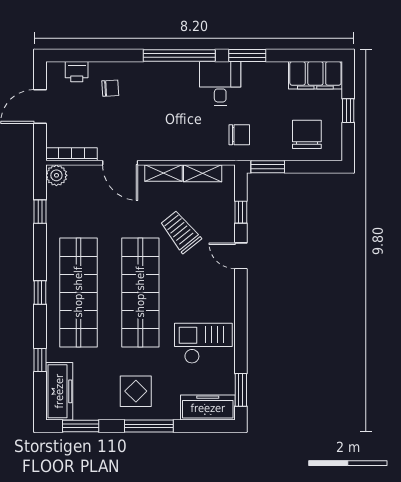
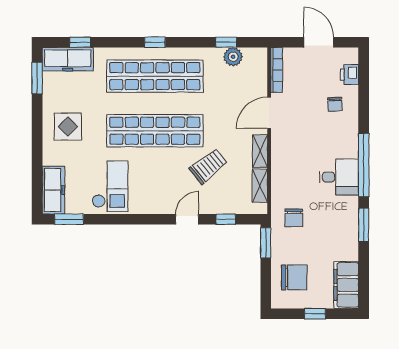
desk: (220, 83) -> (339, 177), moved
plant: (56, 175) -> (233, 57), moved
window: (40, 360) -> (80, 42), moved
window: (149, 426) -> (37, 138), removed

